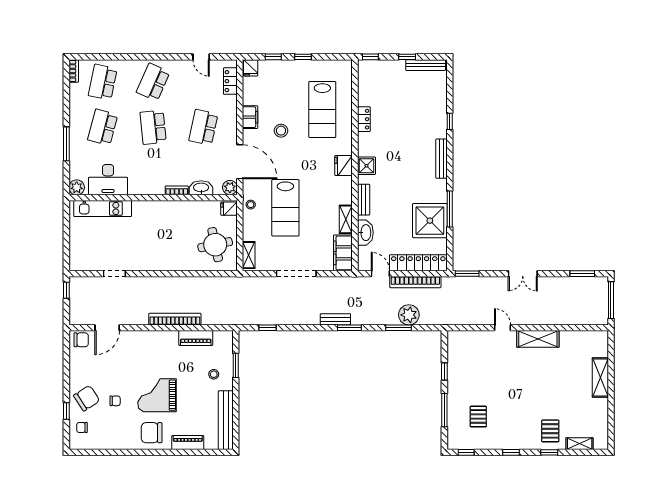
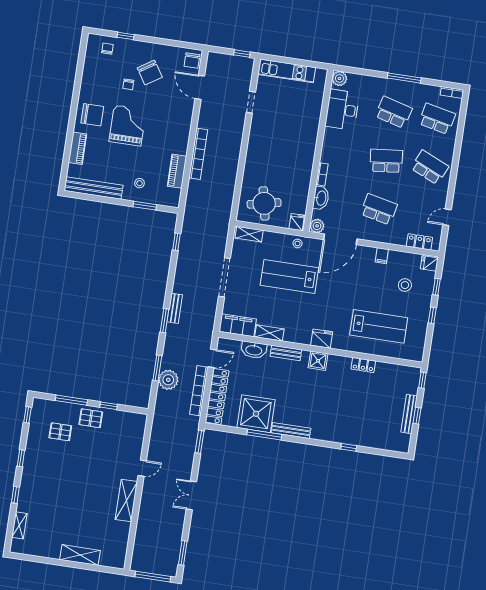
bench: (426, 65) -> (409, 414), moved
lab bench: (322, 109) -> (379, 326), turned 180
filing cabinet: (250, 117) -> (382, 256), width x0.50
stool: (281, 131) -> (405, 285), moved
window: (66, 144) -> (404, 78), moved
bench: (442, 159) -> (291, 430), moved
kitchen unit: (103, 209) -> (287, 71), moved, turned -90
chair: (87, 398) -> (150, 73), moved
pallet: (550, 431) -> (91, 418), moved
chair: (152, 433) -> (92, 115), turned 90

